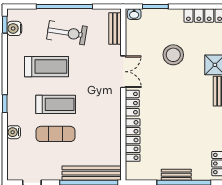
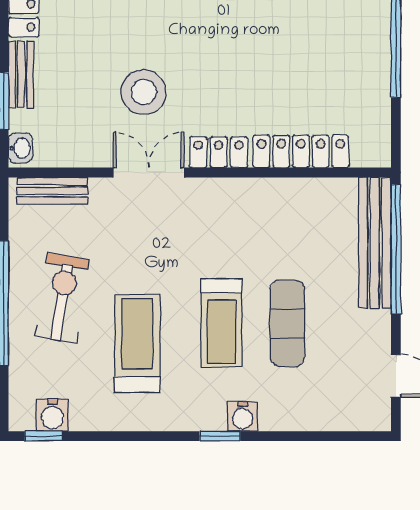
stool: (173, 55) -> (144, 92), moved
treadmill: (56, 104) -> (222, 323), turned 180
water cooler: (14, 132) -> (243, 416), moved
bench: (176, 175) -> (21, 75), moved

